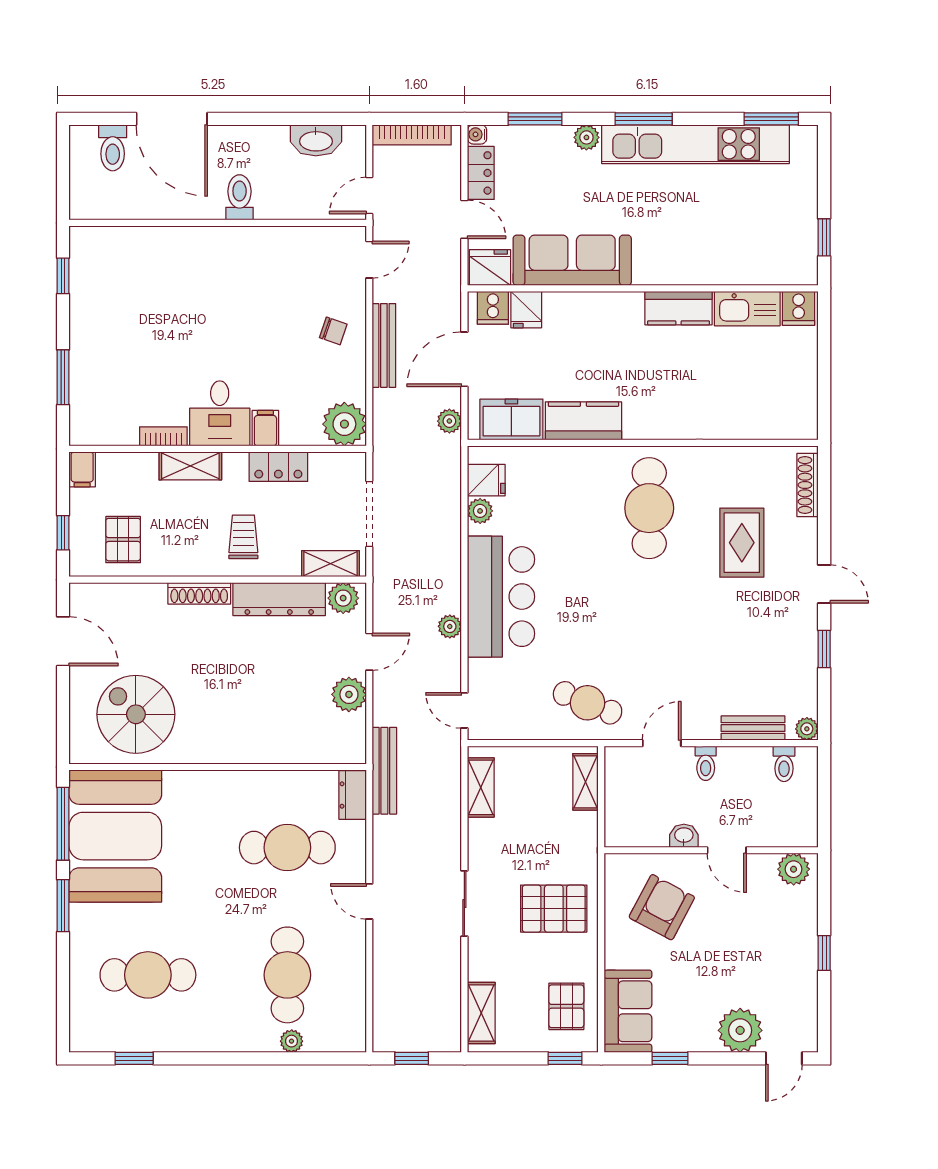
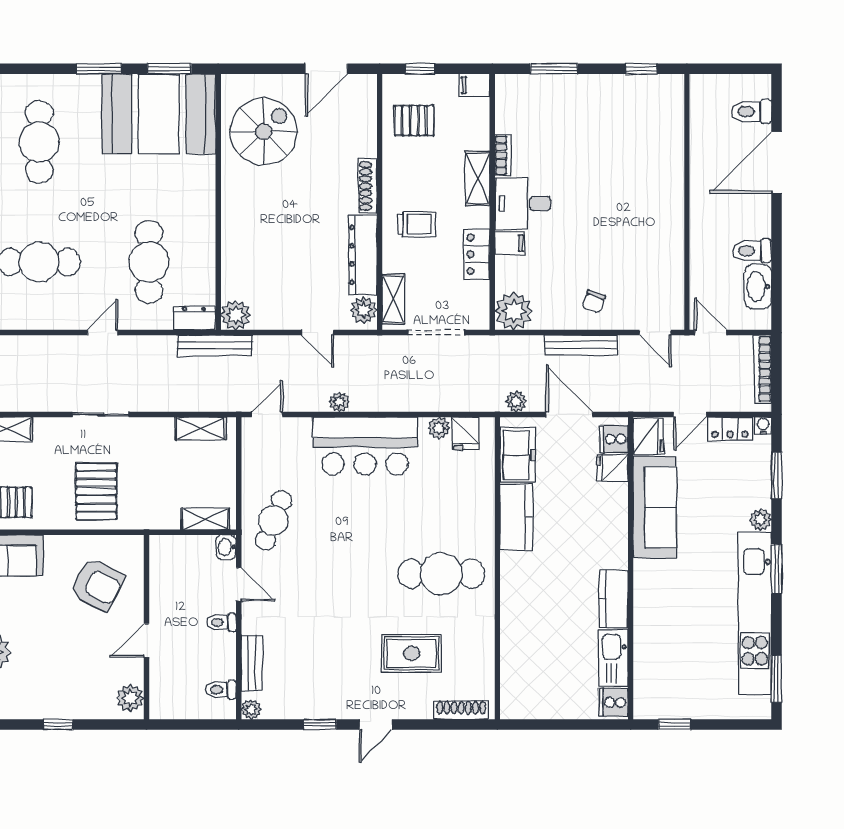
toilet: (240, 197) -> (752, 251), moved, turned 180
plant: (349, 694) -> (236, 315), moved
window: (63, 824) -> (169, 69), width x0.69
washbasin: (684, 836) -> (226, 547), moved, turned 180

